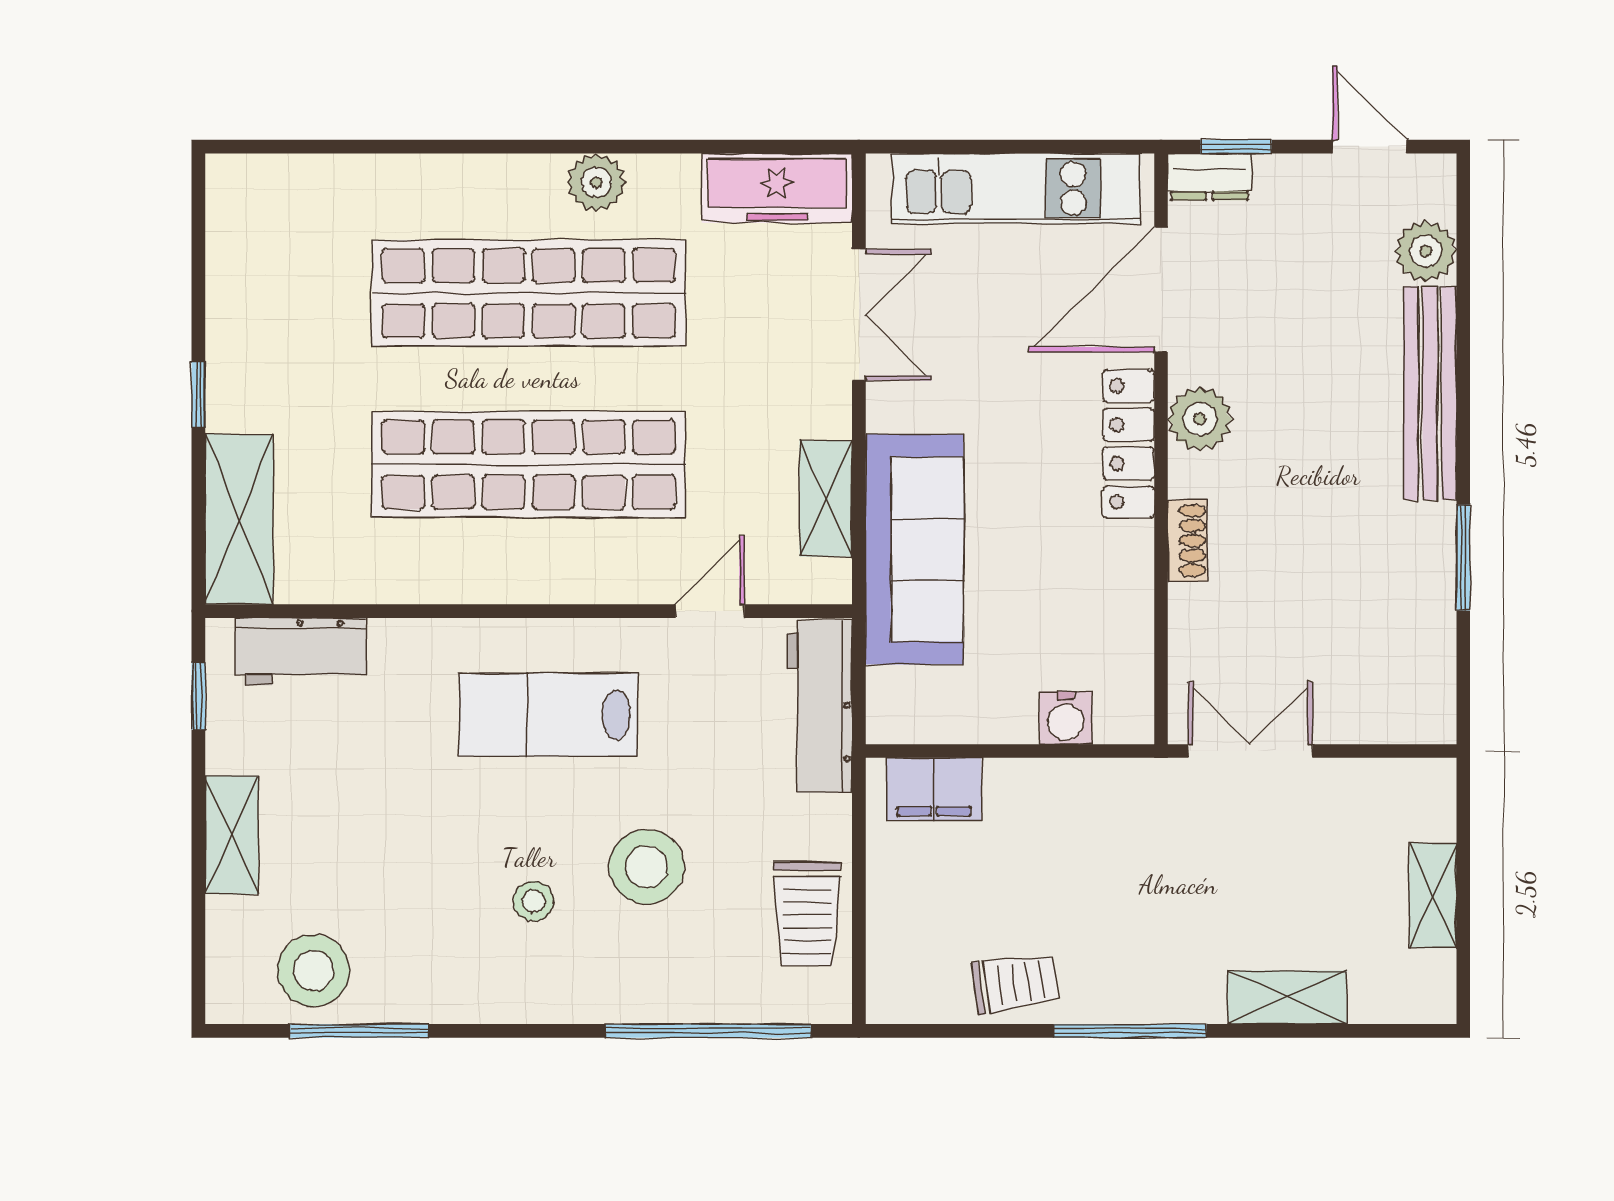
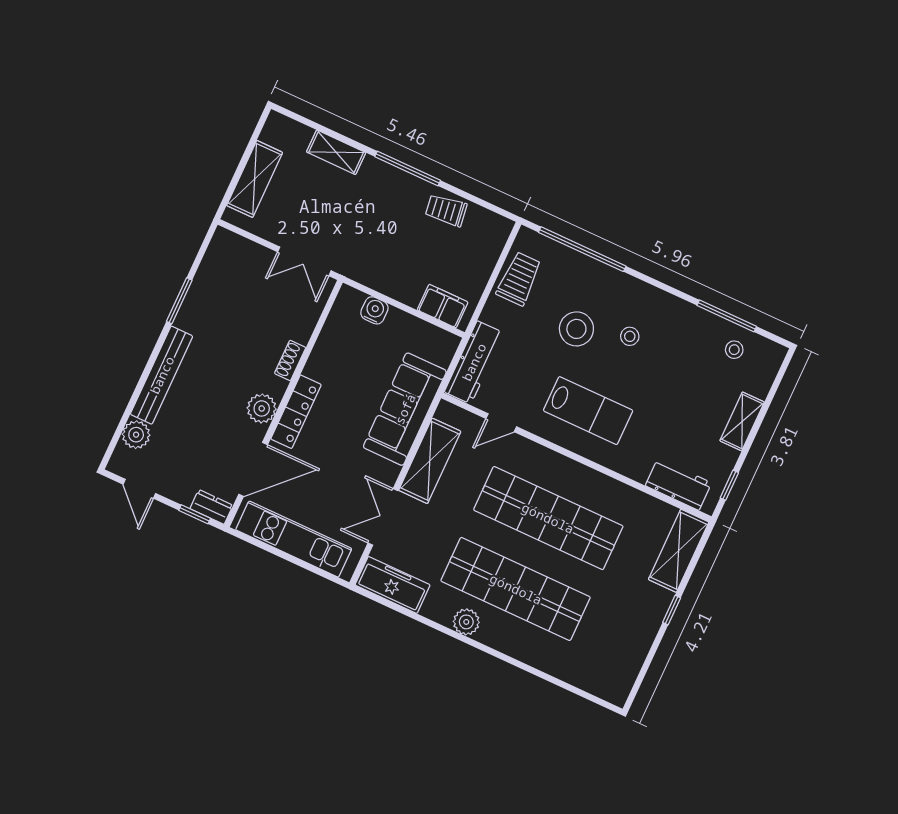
shelving: (826, 498) -> (430, 461), width x1.50, depth x1.33
shelving: (1433, 896) -> (255, 179), width x1.50, depth x1.33
stool: (313, 971) -> (734, 350), width x0.53, depth x0.53

